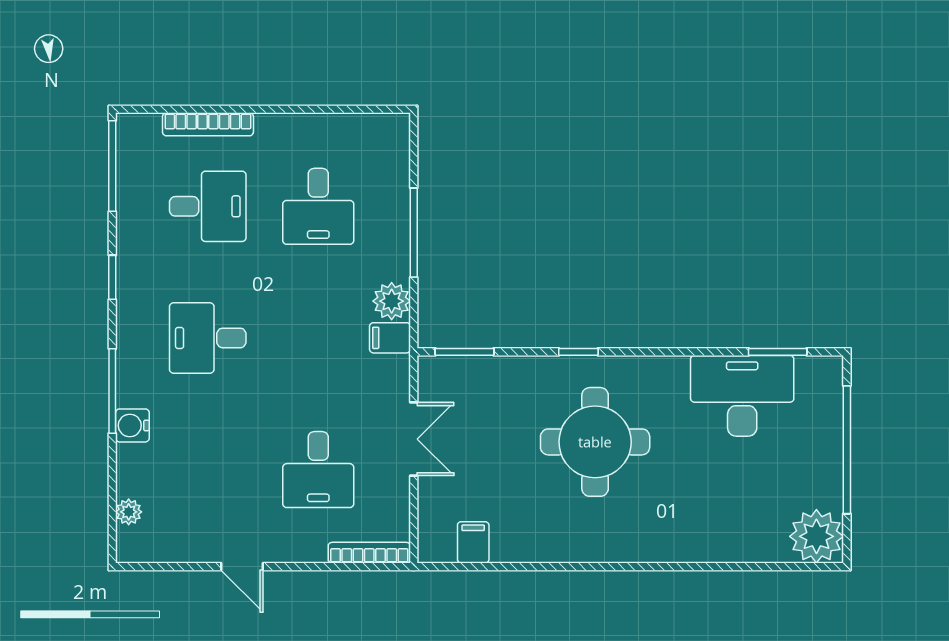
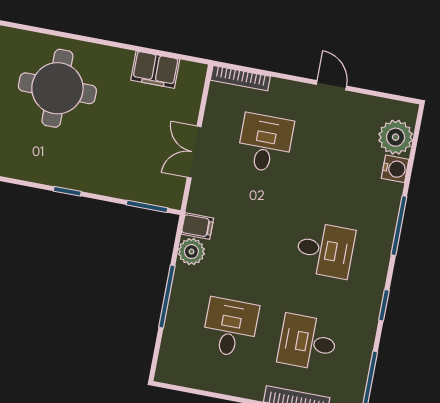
water cooler: (132, 425) -> (395, 169), moved
round table: (595, 442) -> (57, 88), moved
plant: (129, 512) -> (396, 137), width x1.88, depth x1.88
filing cabinet: (473, 542) -> (155, 70), width x2.00

